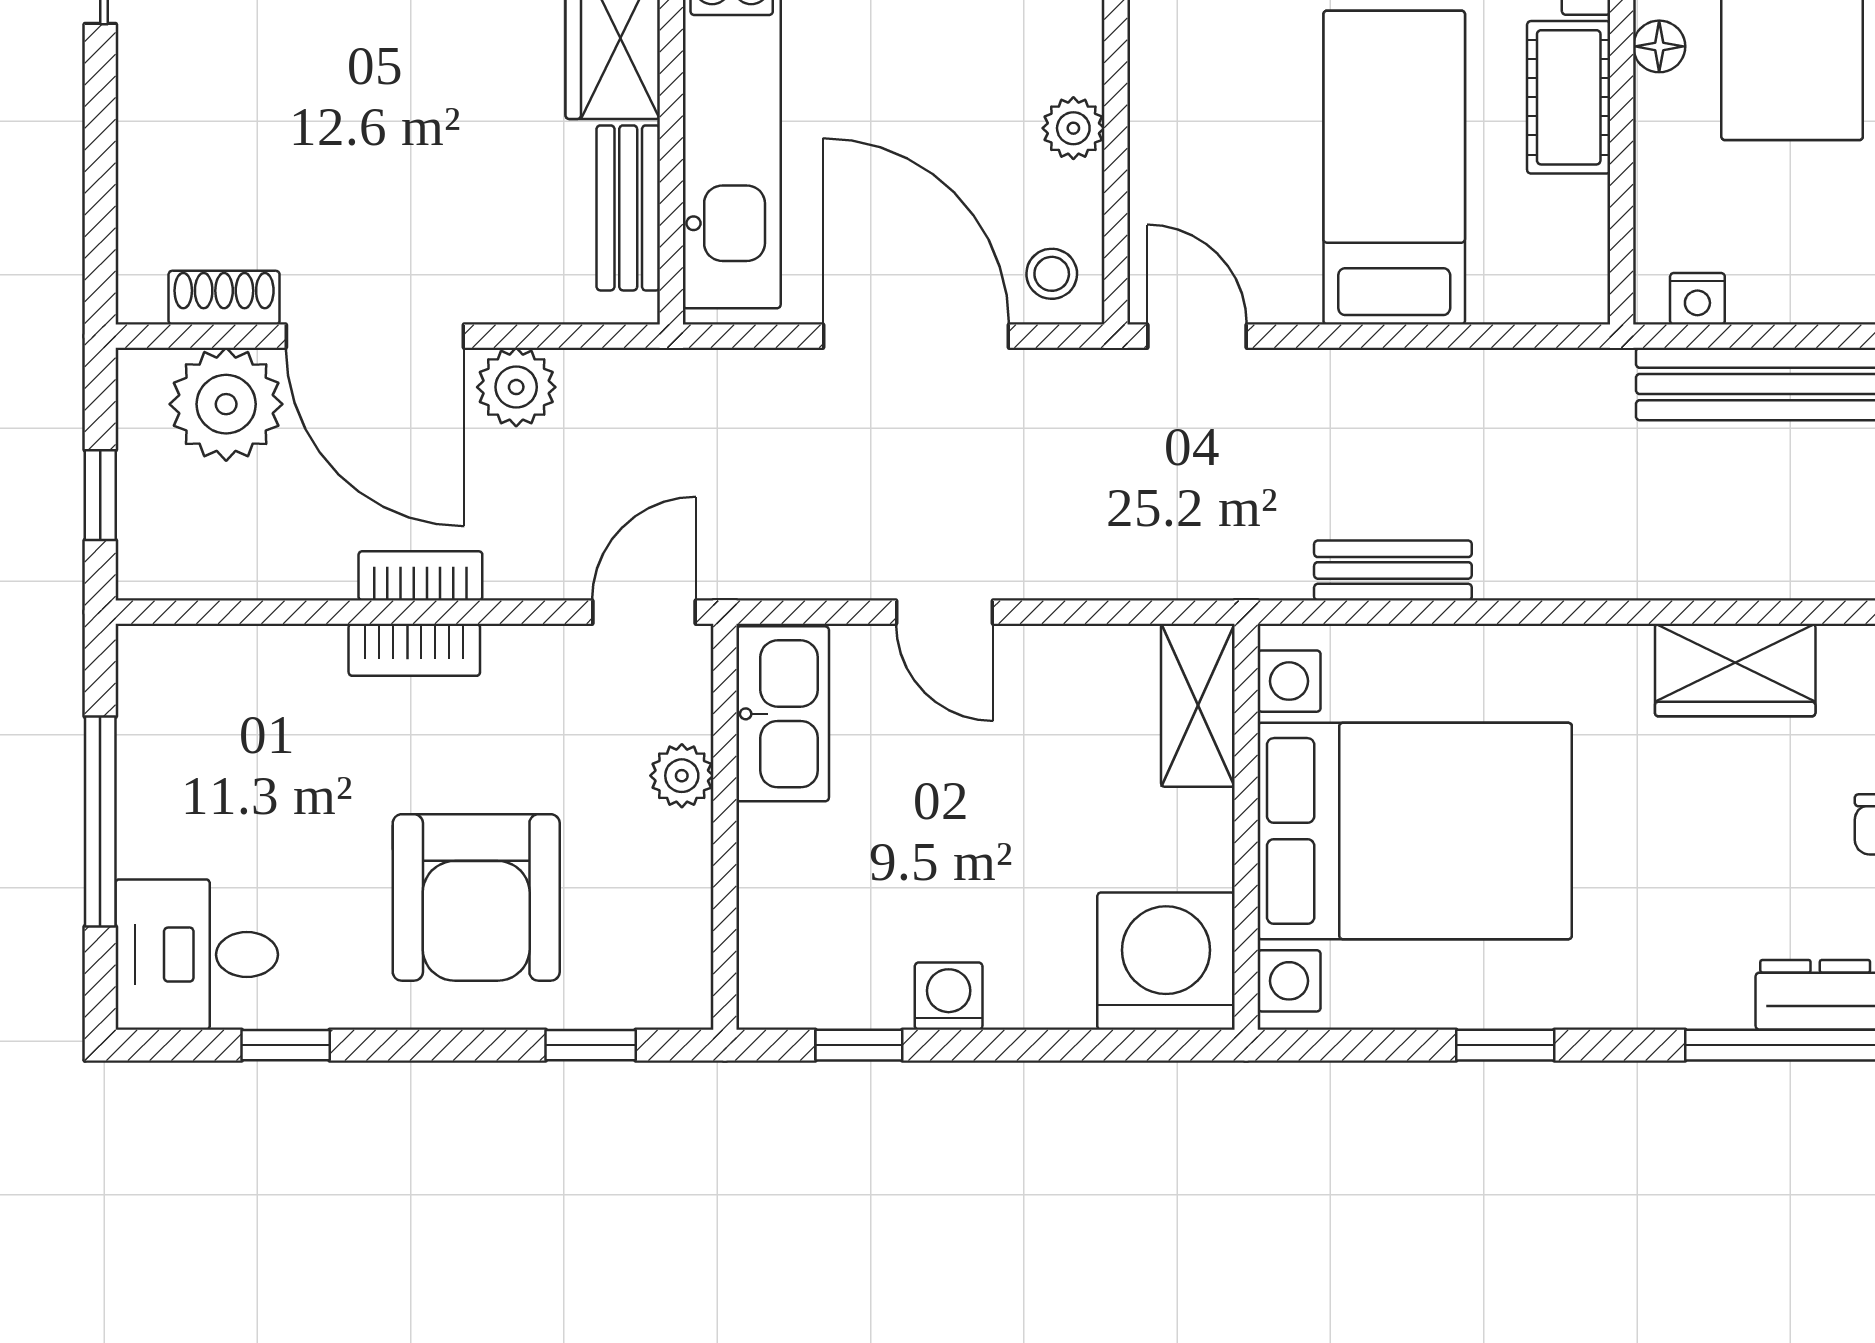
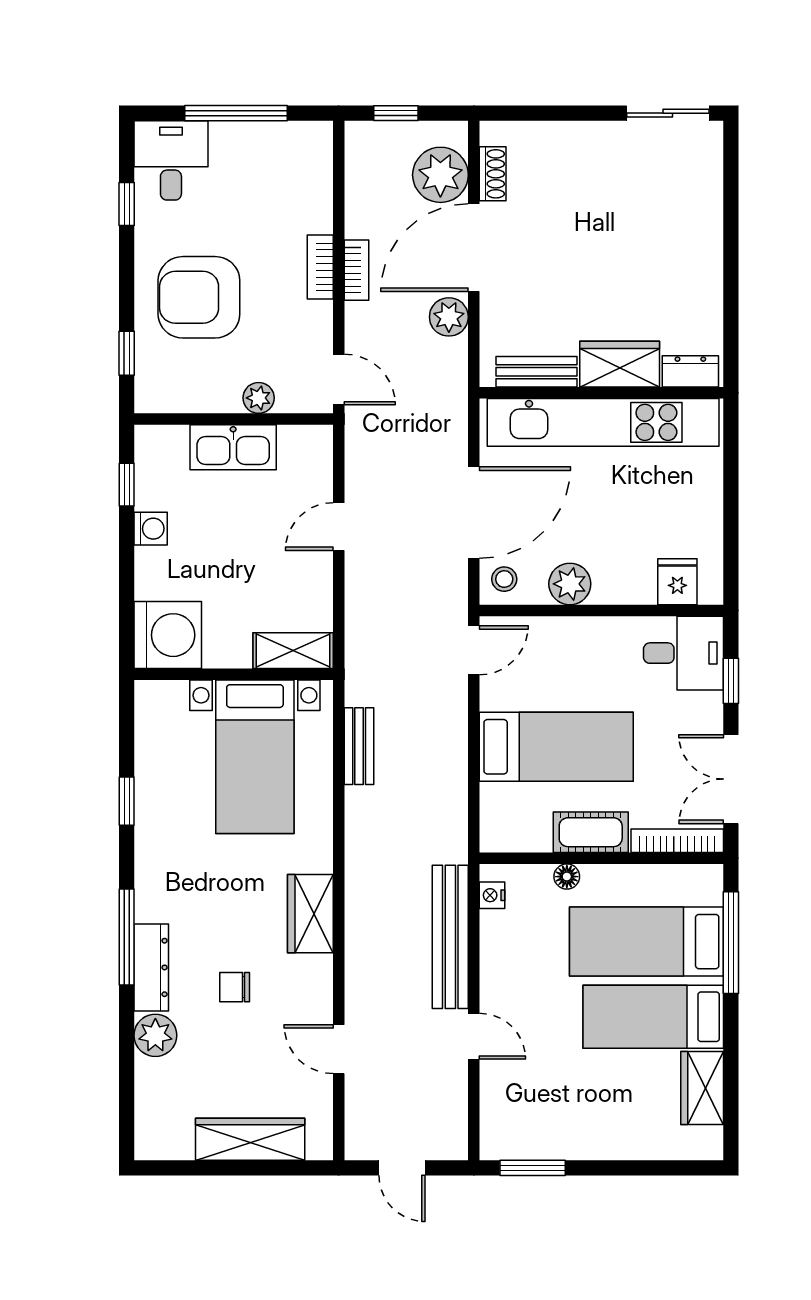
floor lamp: (1659, 46) -> (567, 877), moved
plant: (1073, 128) -> (570, 584), width x1.38, depth x1.38
kitchen sink: (783, 714) -> (233, 447), moved
bed with nightstands: (1415, 831) -> (255, 757), width x0.73

